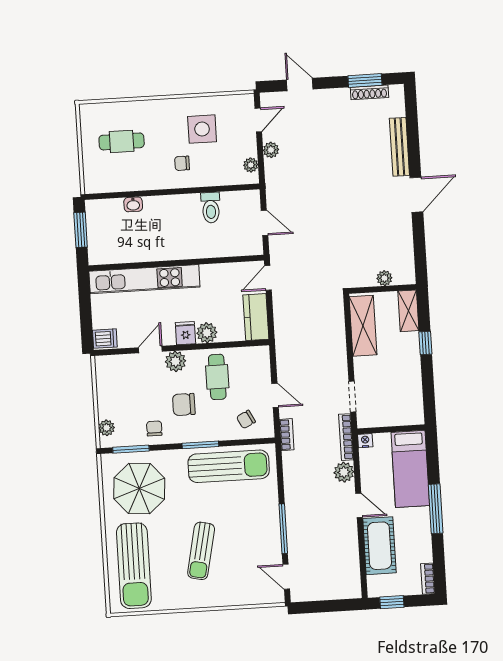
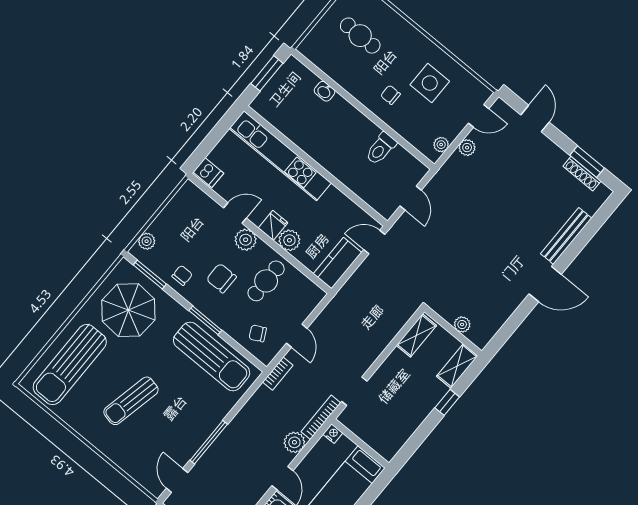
shelving: (363, 326) -> (416, 335), width x0.67, depth x0.75

